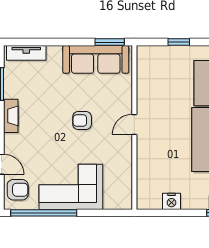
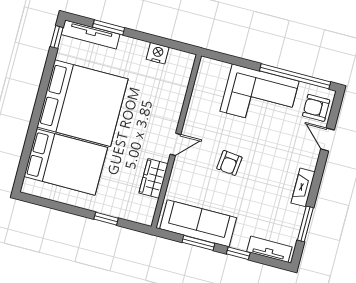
window: (53, 42) -> (238, 253), added
window: (110, 42) -> (198, 243), moved
wardrobe: (146, 89) -> (154, 178), added
armchair: (82, 120) -> (229, 163), turned 96

